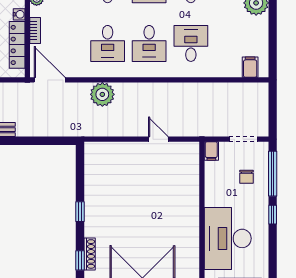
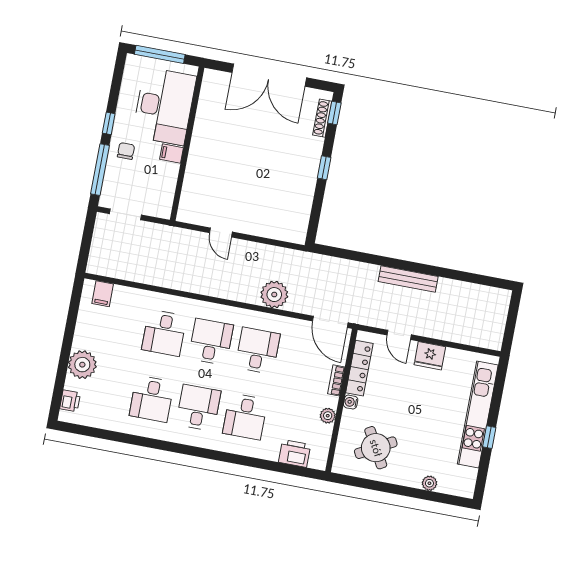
filing cabinet: (211, 151) -> (172, 154), moved, turned -90
chair: (247, 177) -> (126, 151), moved

